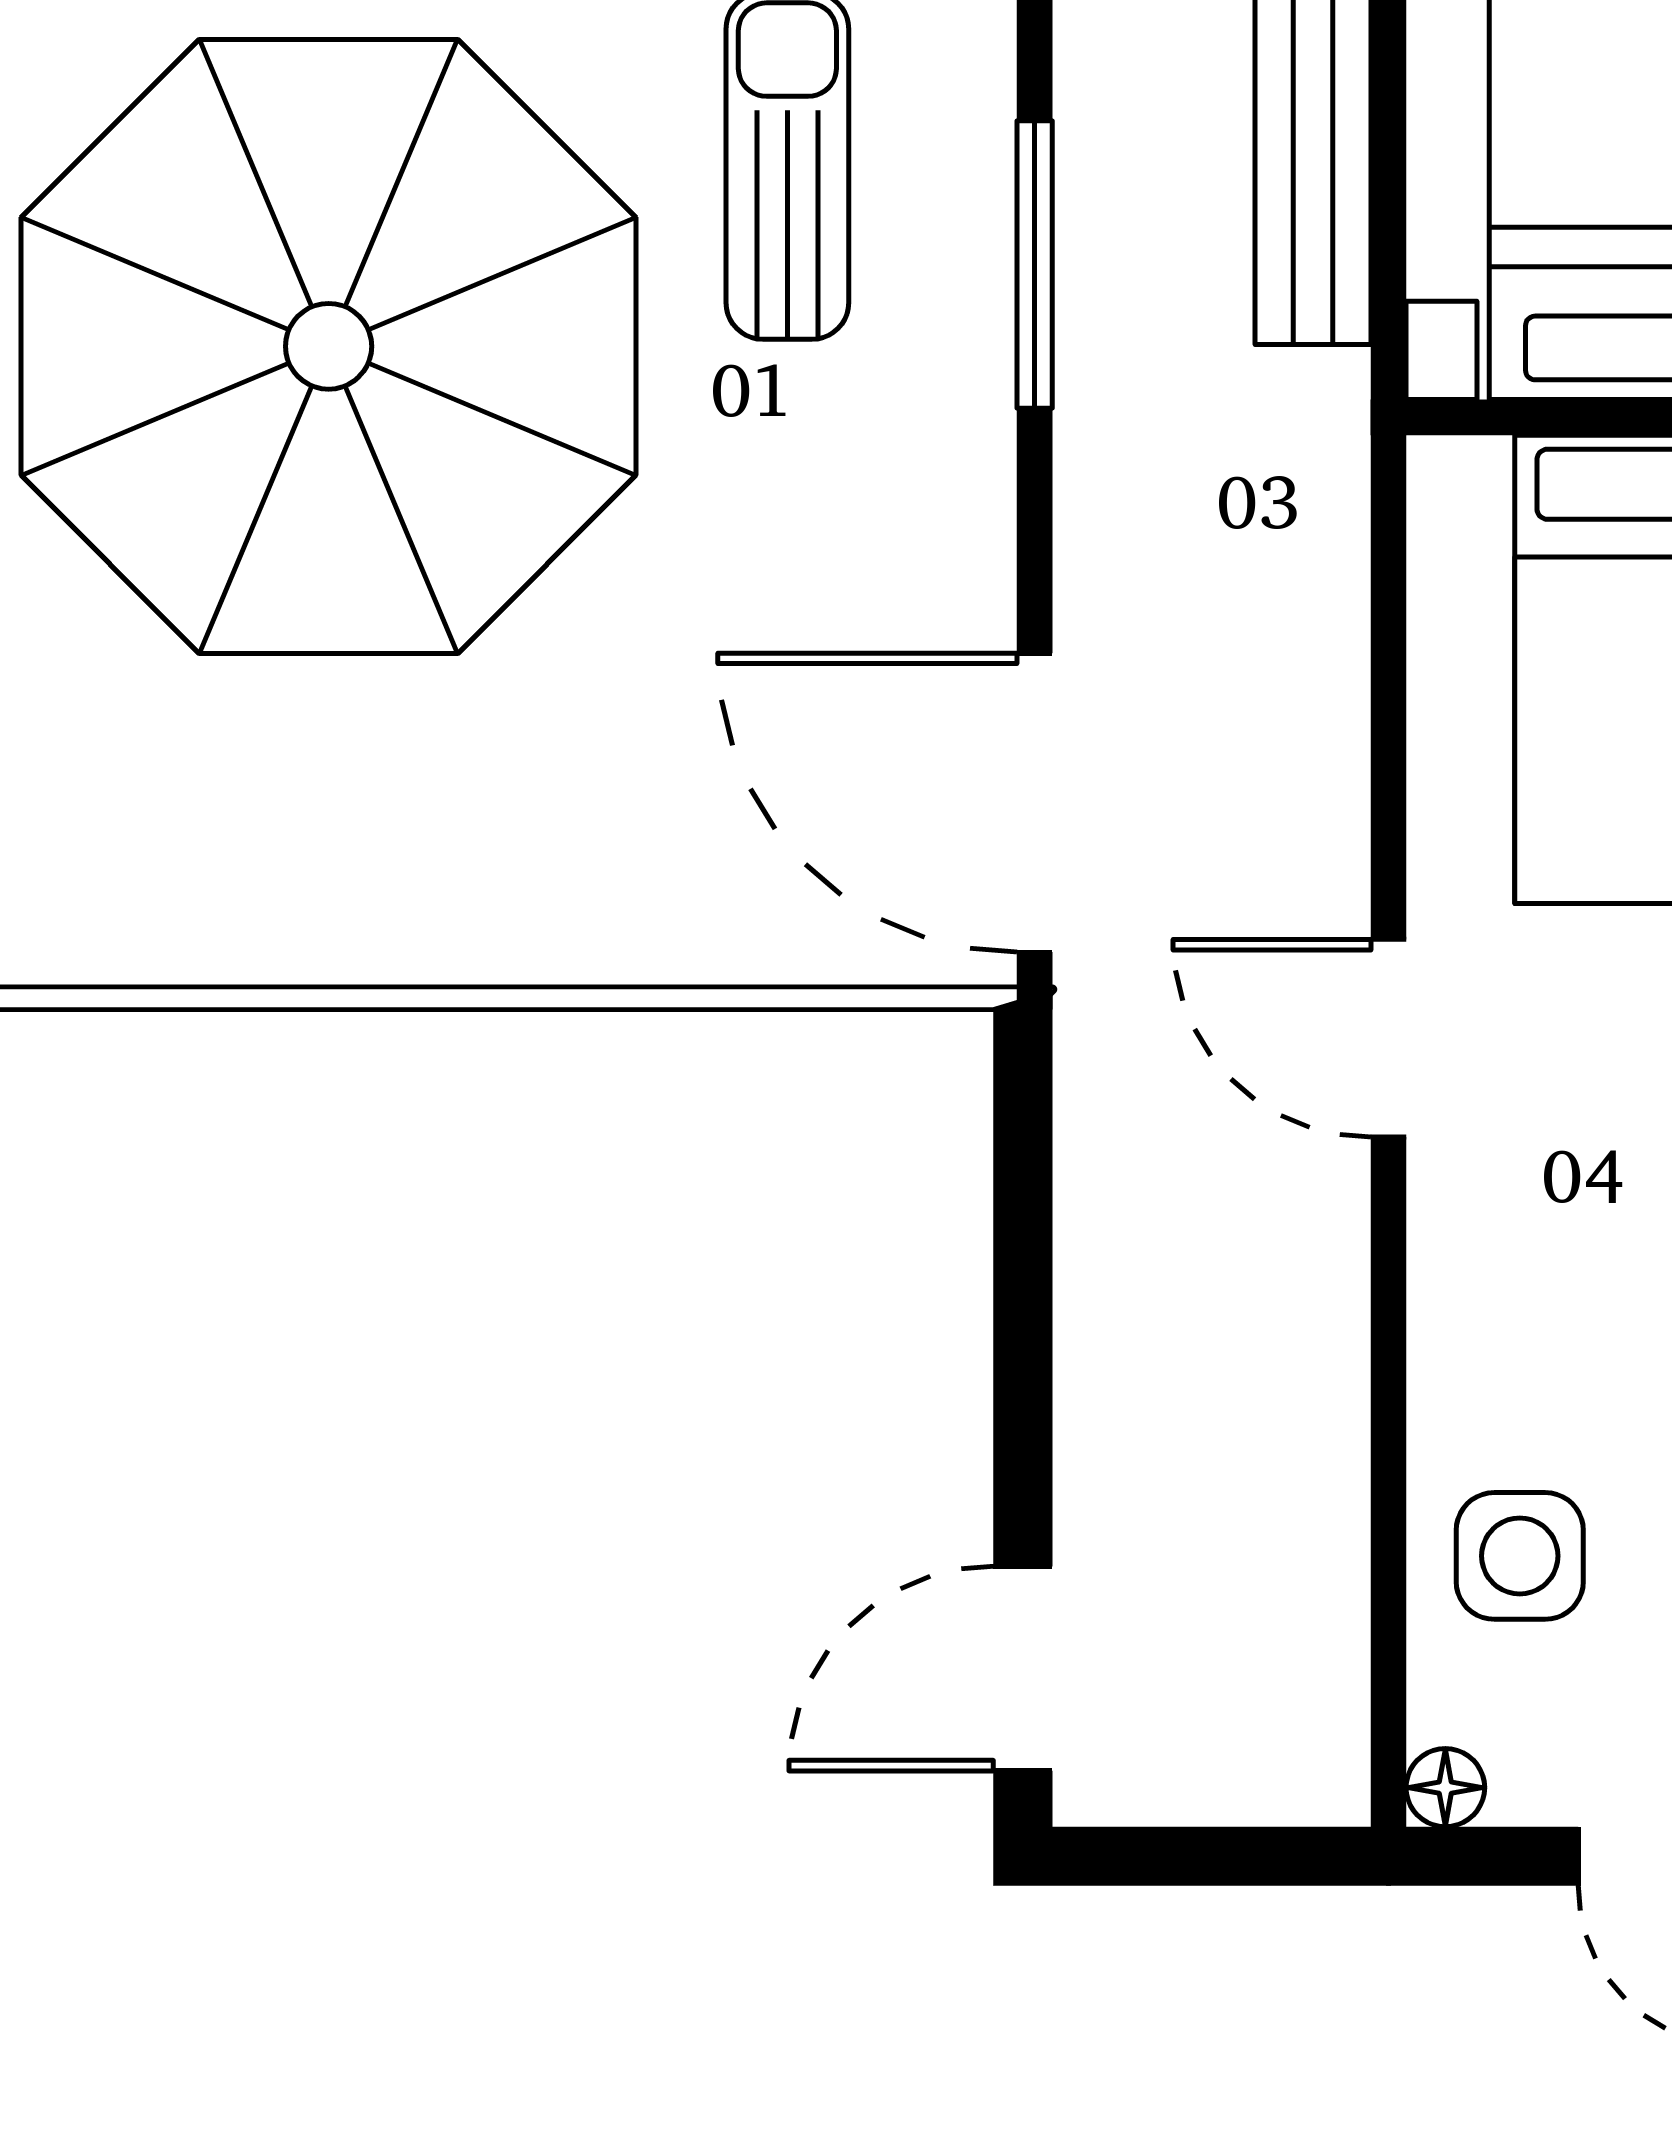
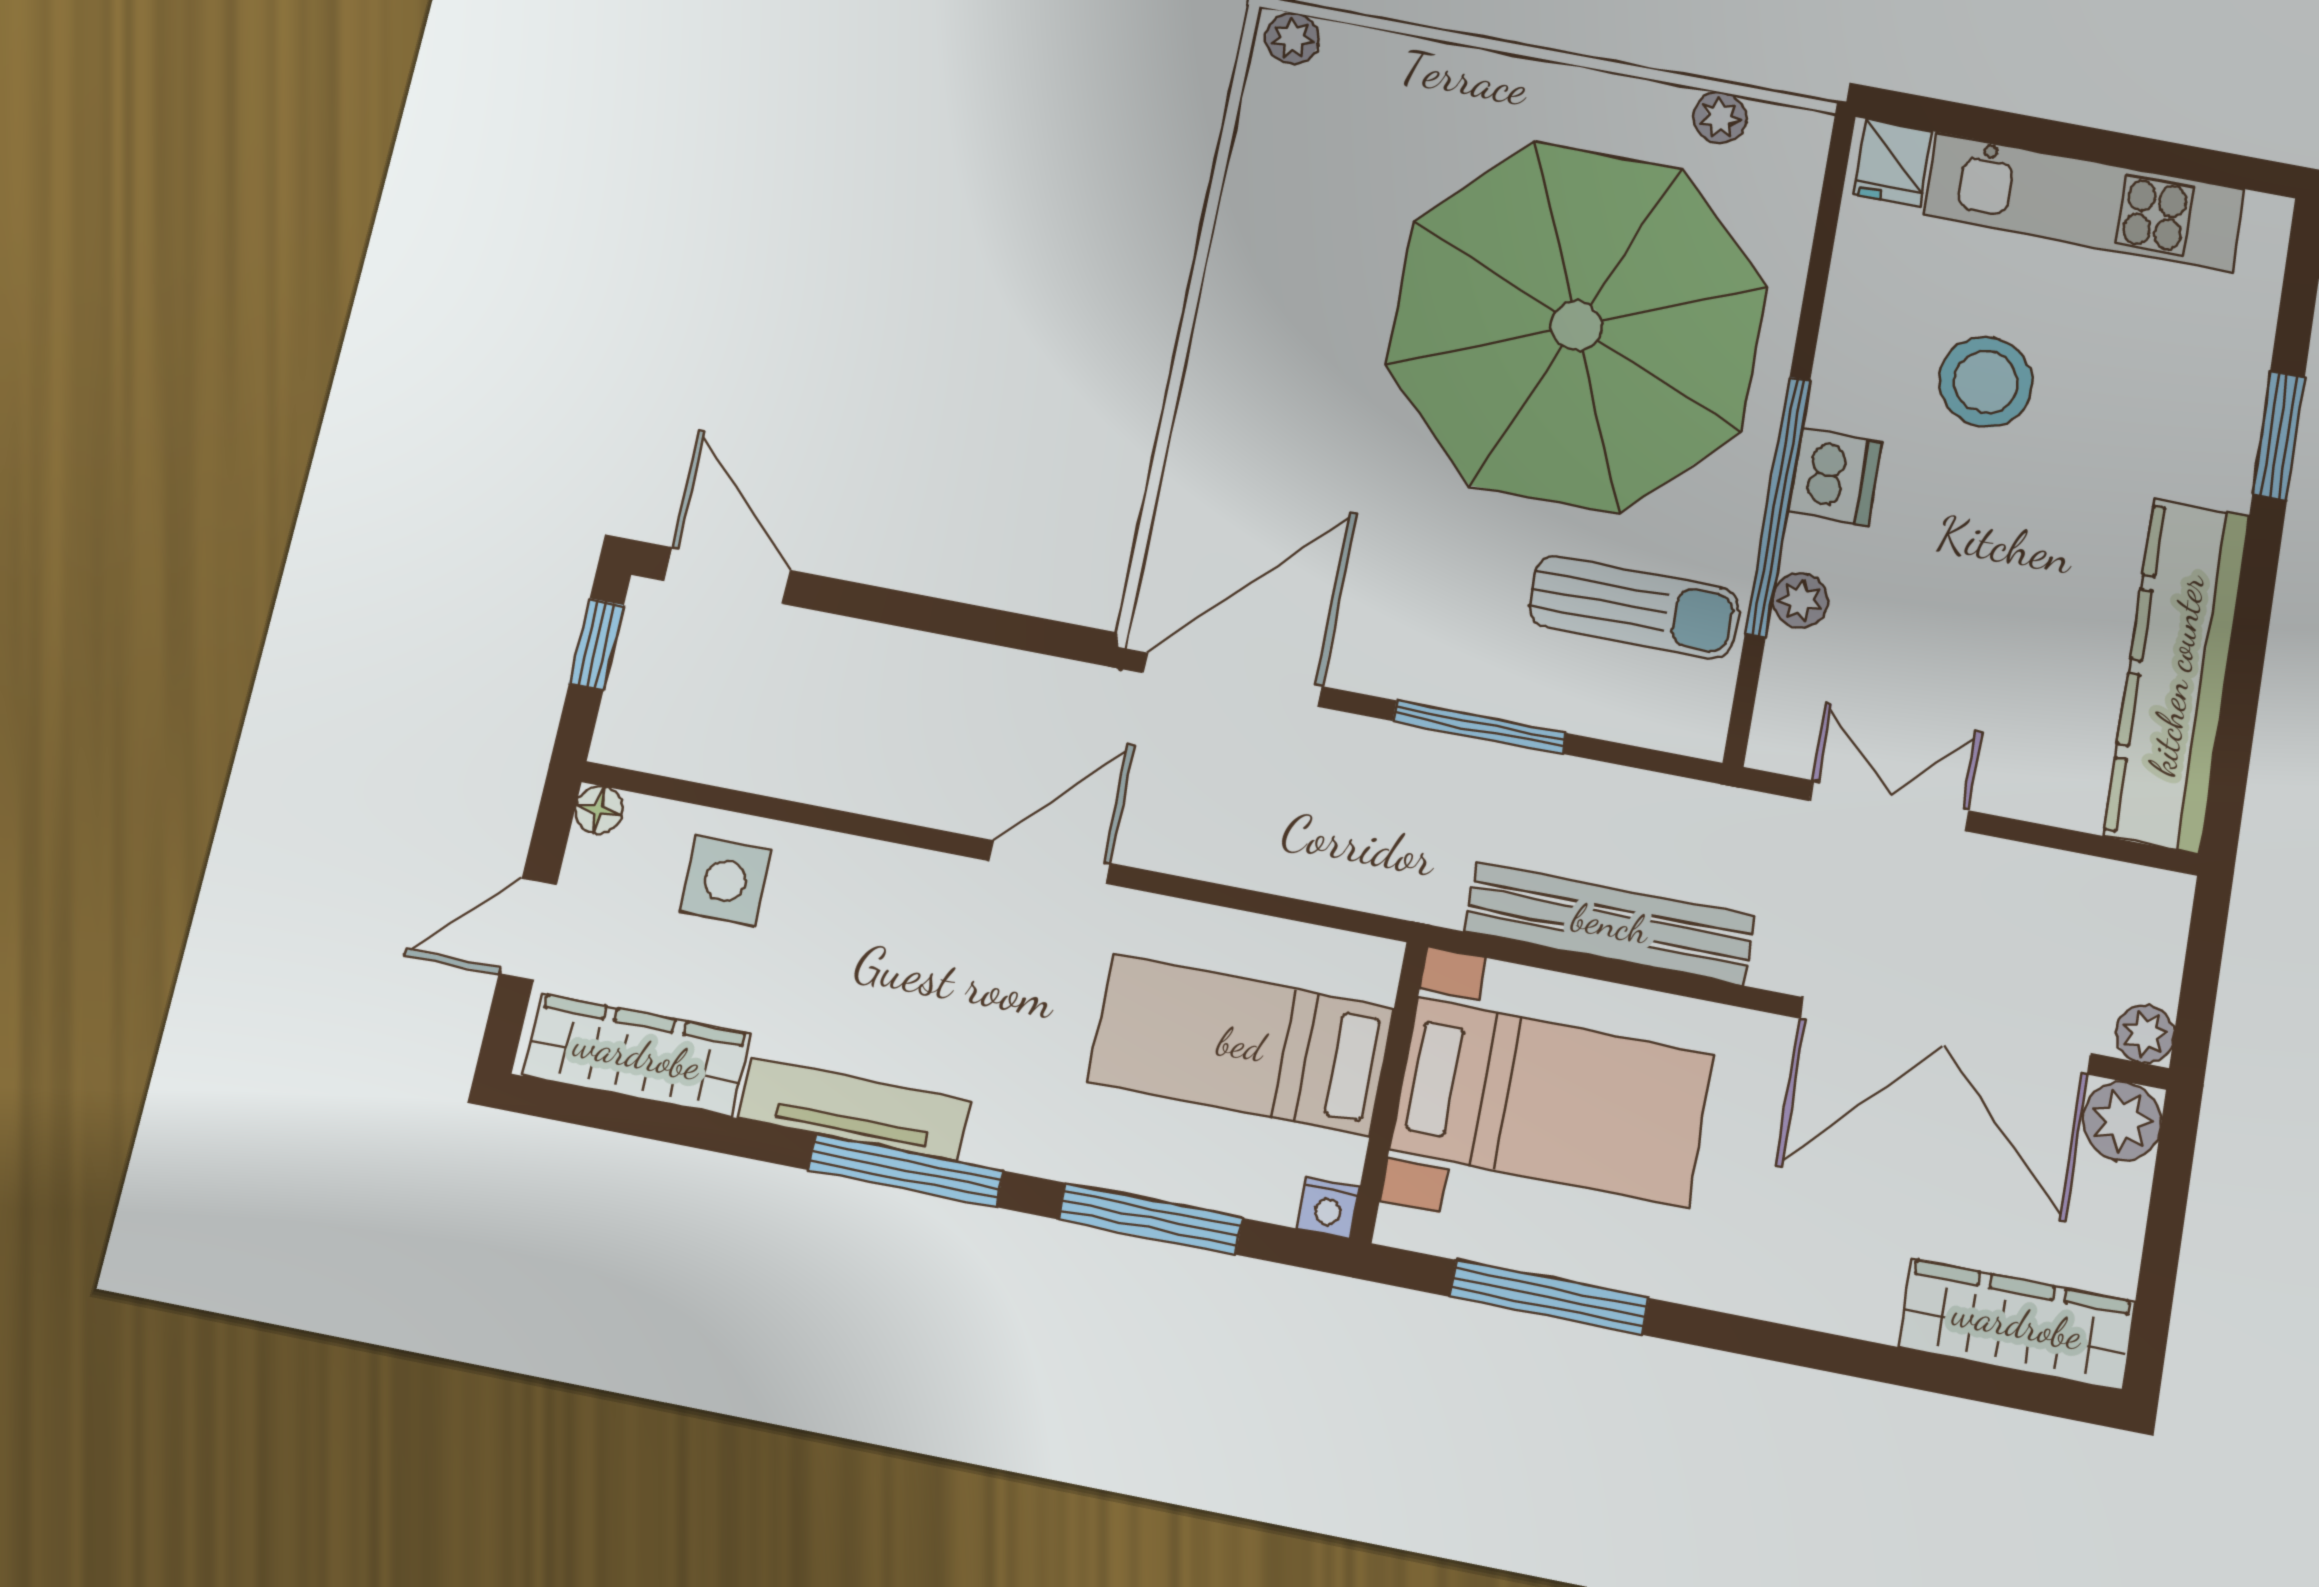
window: (1035, 264) -> (1479, 727), moved
window: (1178, 1856) -> (596, 644), added

